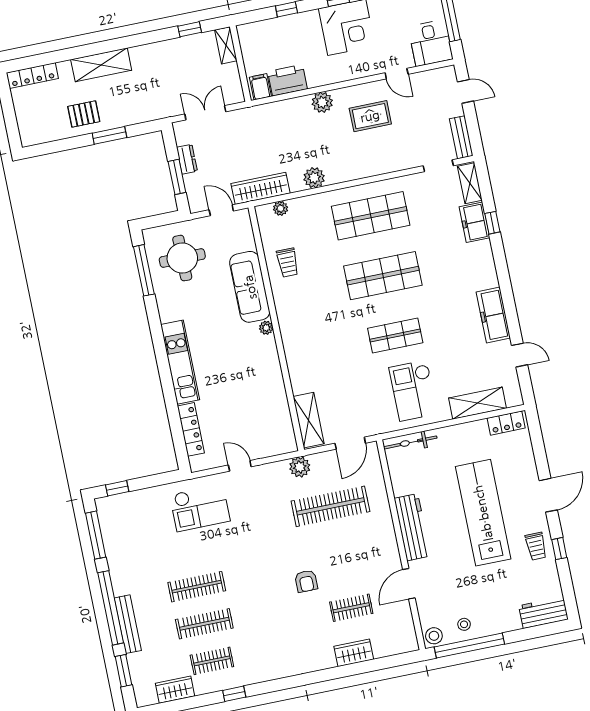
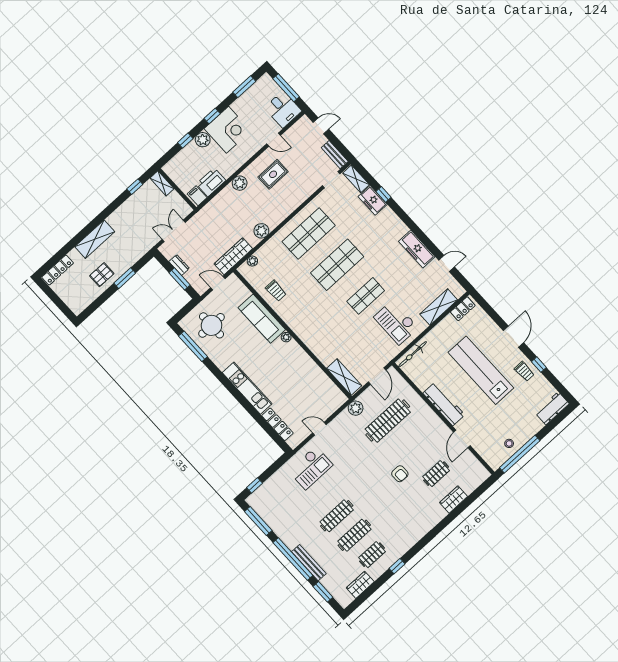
plant: (309, 21) -> (203, 140), added
stool: (434, 636) -> (495, 461), removed

